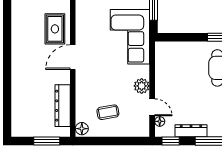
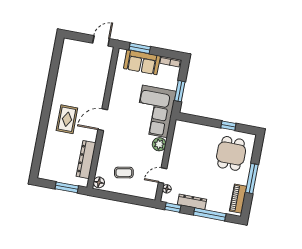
rug: (55, 29) -> (67, 119), moved
plant: (142, 86) -> (159, 144), moved
door: (152, 107) -> (163, 176), swing flipped

